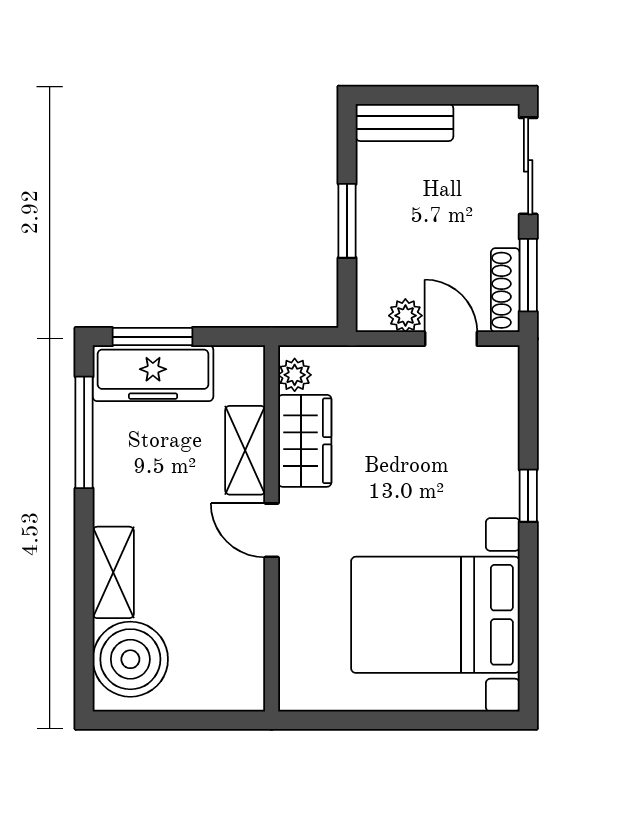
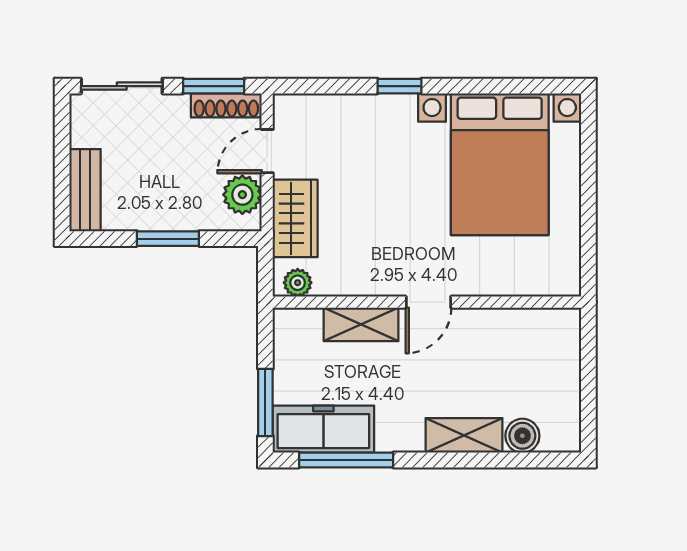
plant: (405, 316) -> (242, 195), width x1.38, depth x1.38
freezer: (153, 373) -> (323, 429), moved, turned -90
wardrobe: (305, 441) -> (295, 218), moved, turned 90
boiler: (130, 659) -> (522, 436), width x0.54, depth x0.54

